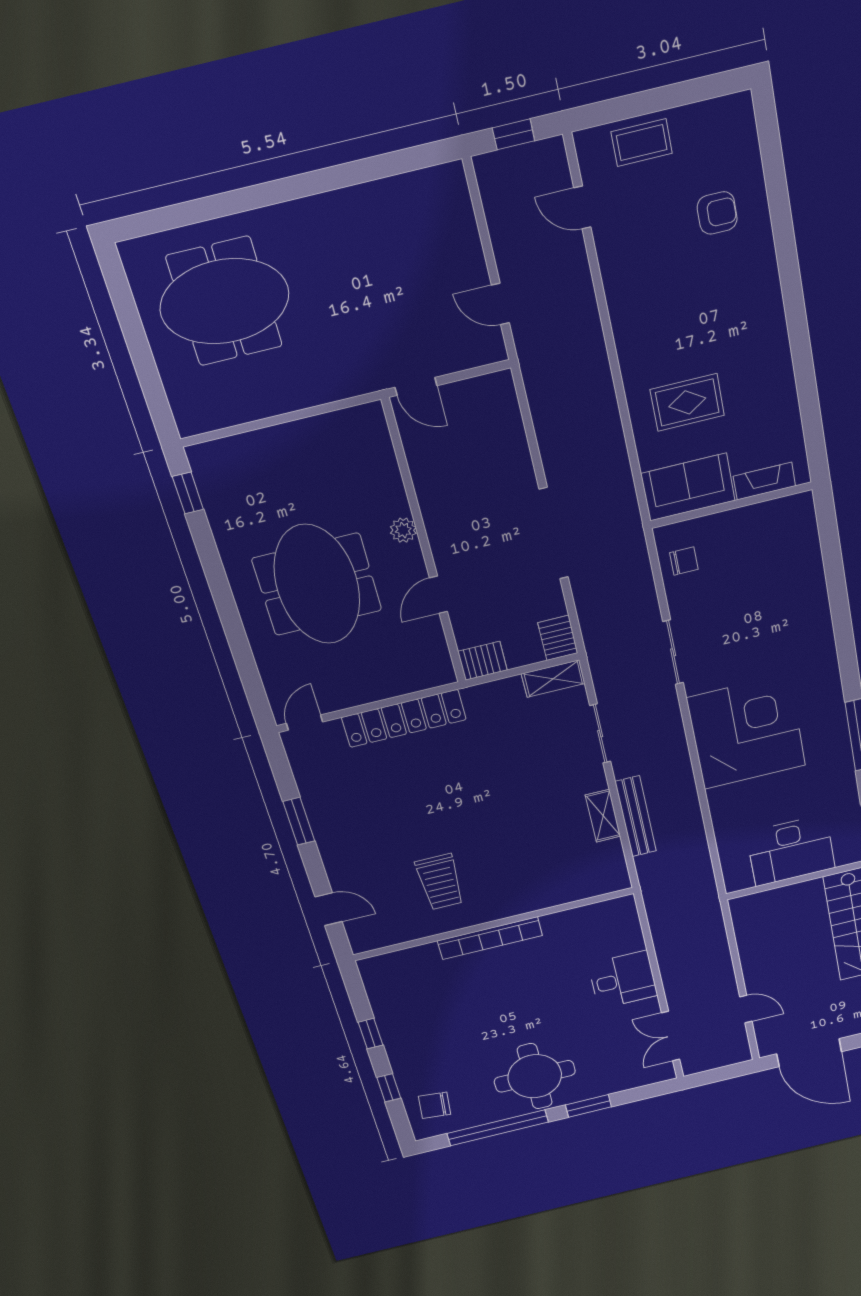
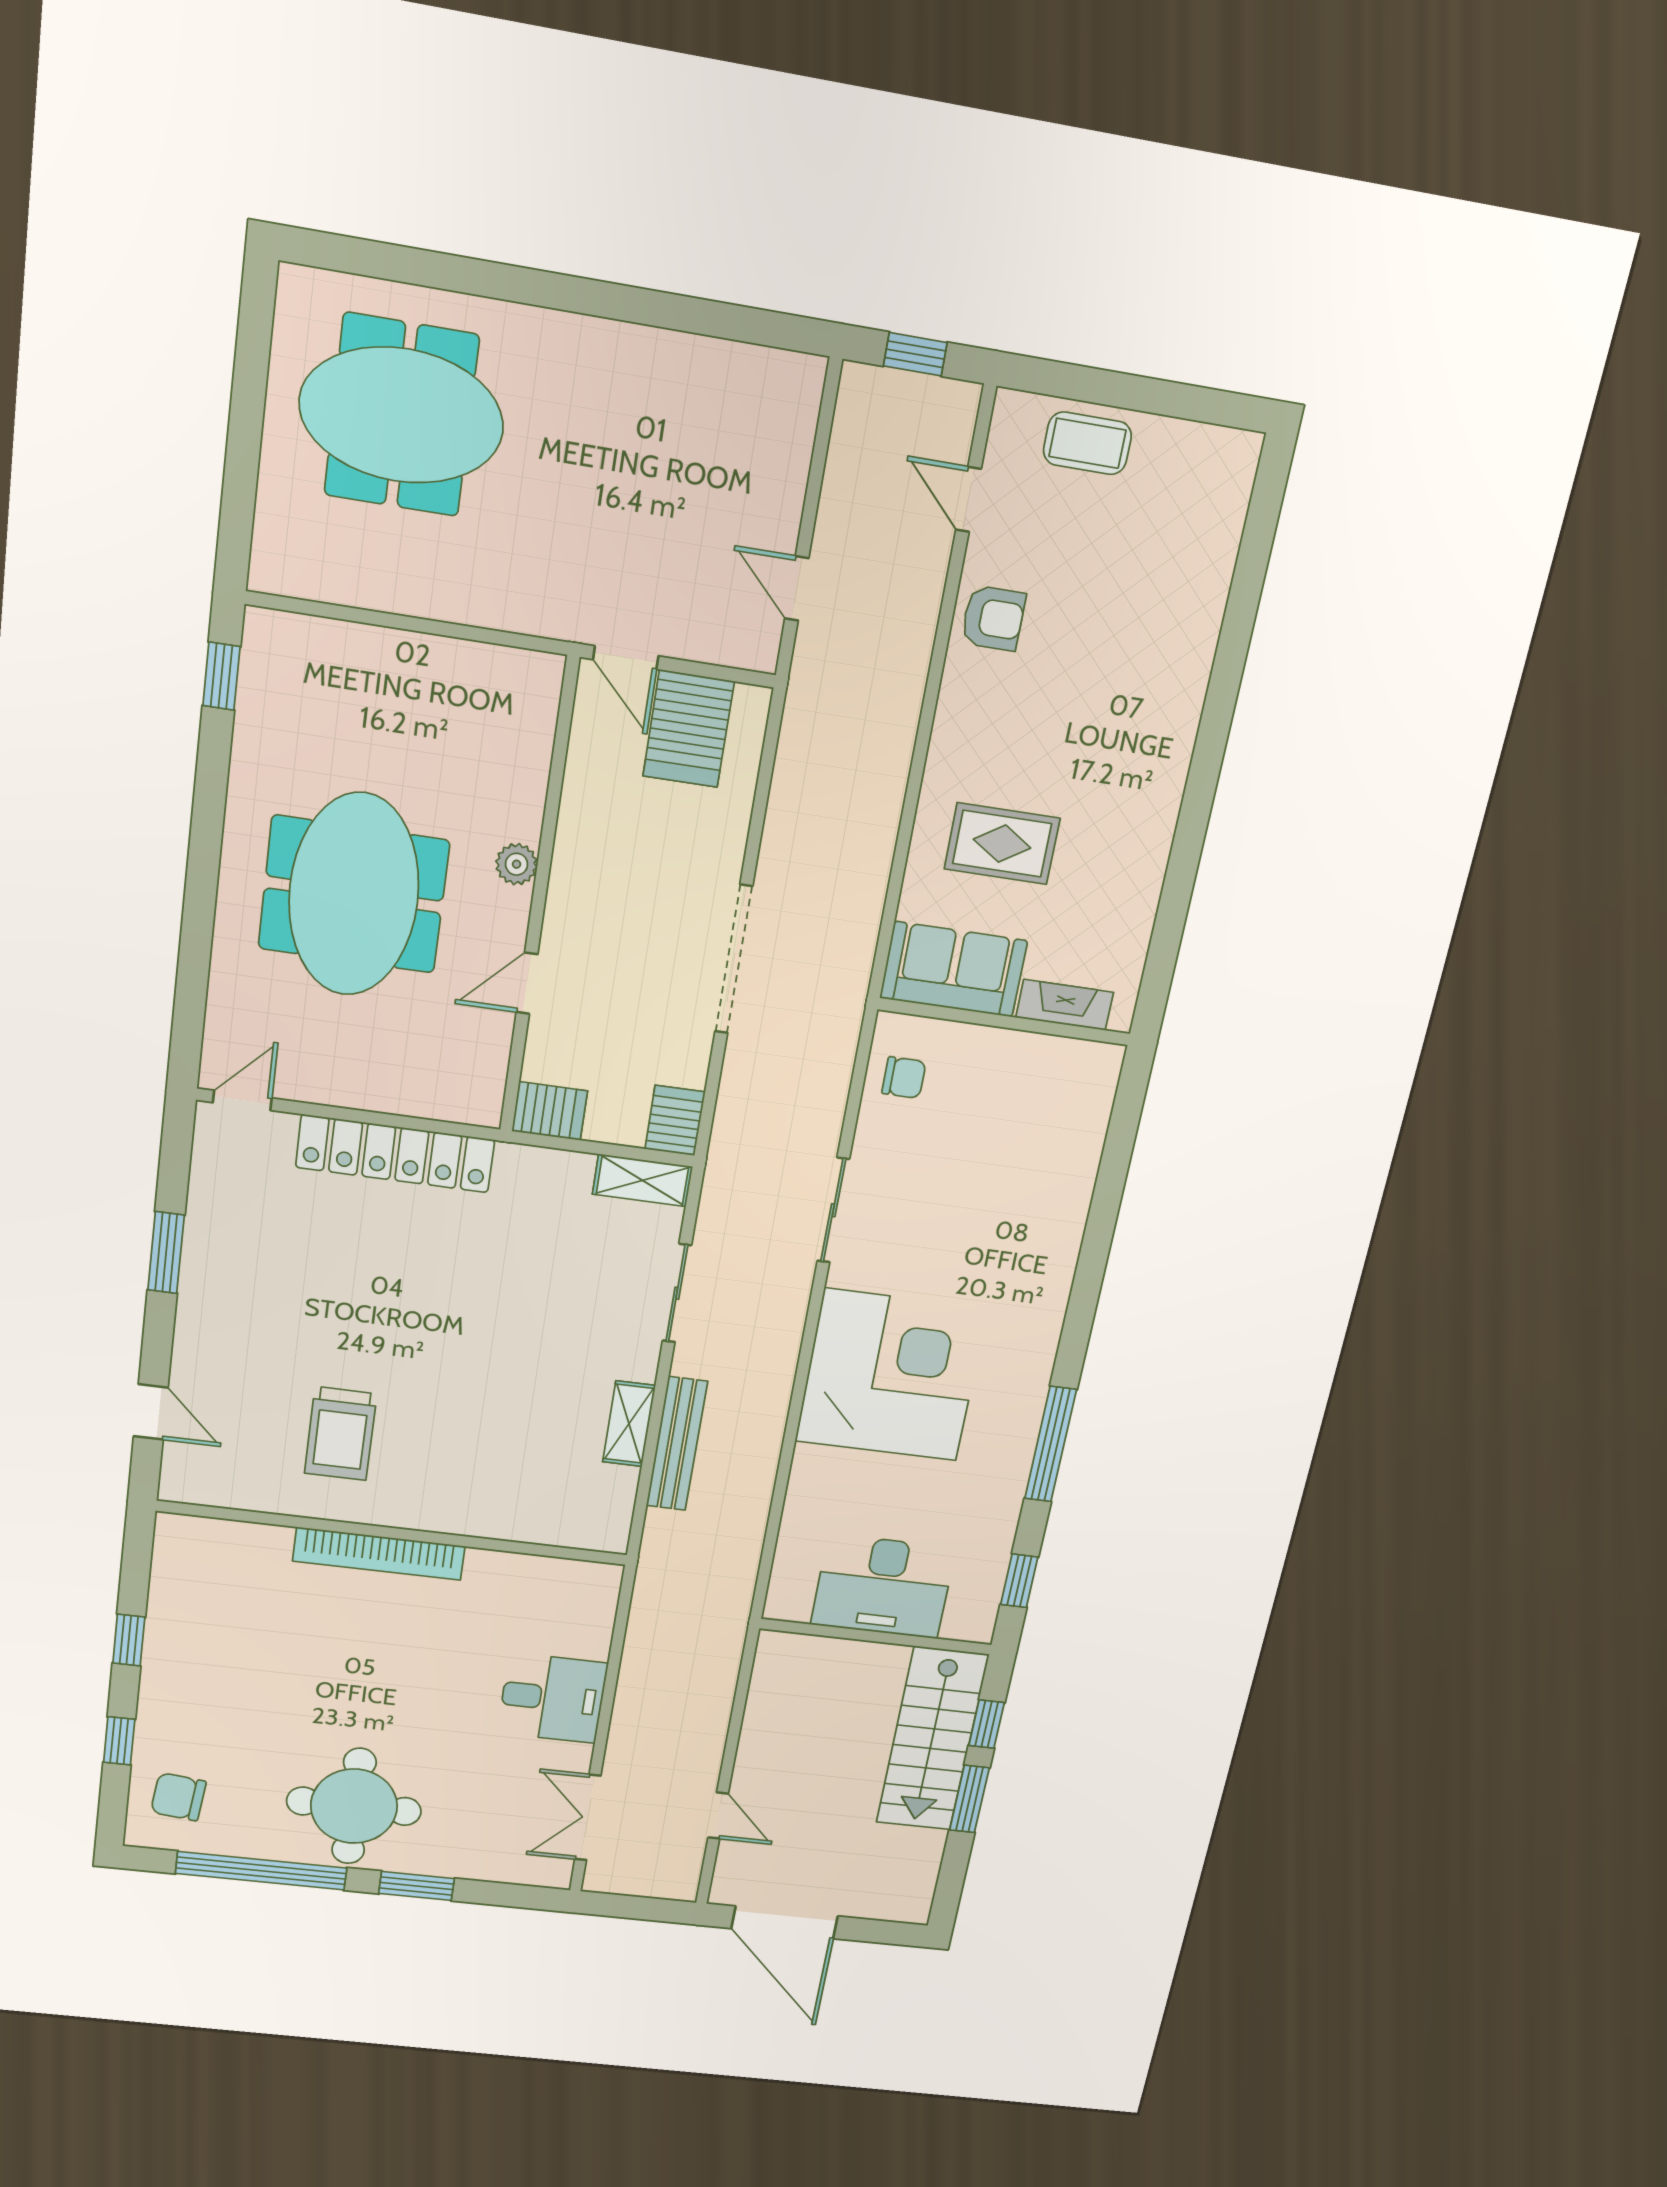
armchair: (717, 213) -> (993, 618), moved
server rack: (471, 412) -> (688, 729), added

